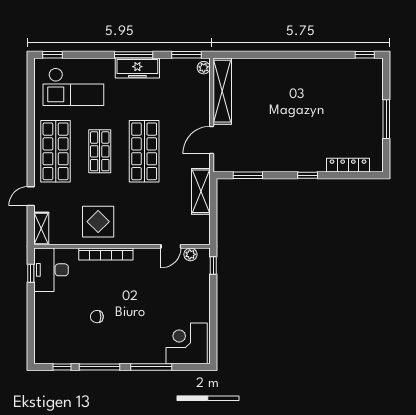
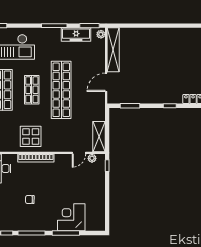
freezer: (137, 68) -> (76, 34), moved
shop shelf: (144, 151) -> (61, 90), width x1.40
shelving: (201, 191) -> (99, 137), moved
corner desk: (187, 343) -> (71, 217), moved

